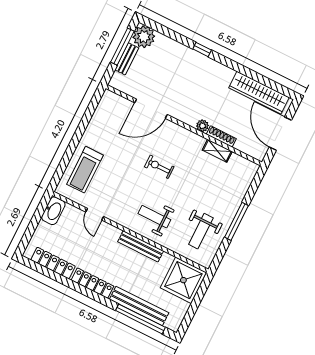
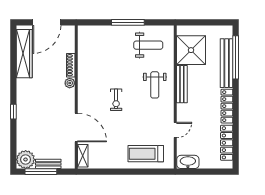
shelving: (217, 151) -> (83, 156), moved
treadmill: (85, 170) -> (146, 154), turned 180
shower: (183, 280) -> (191, 50), moved

